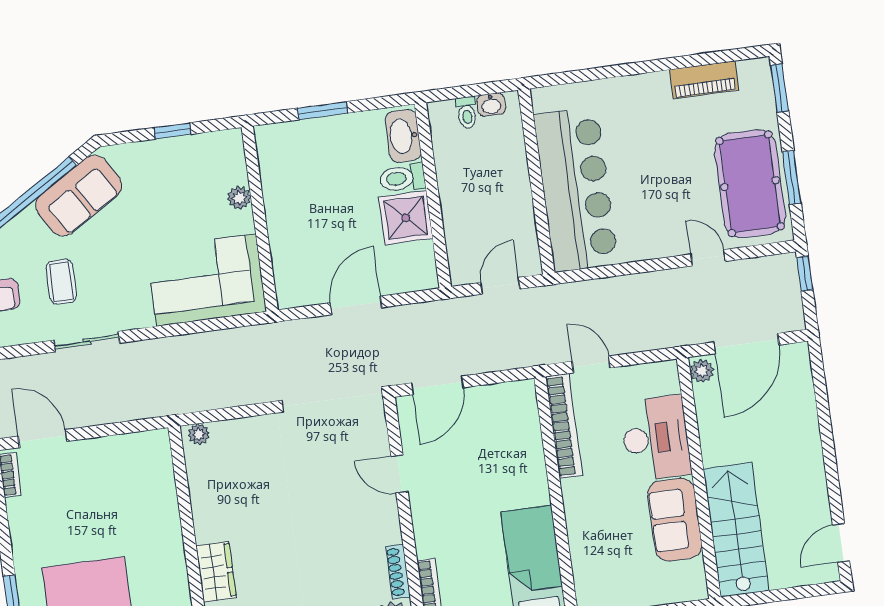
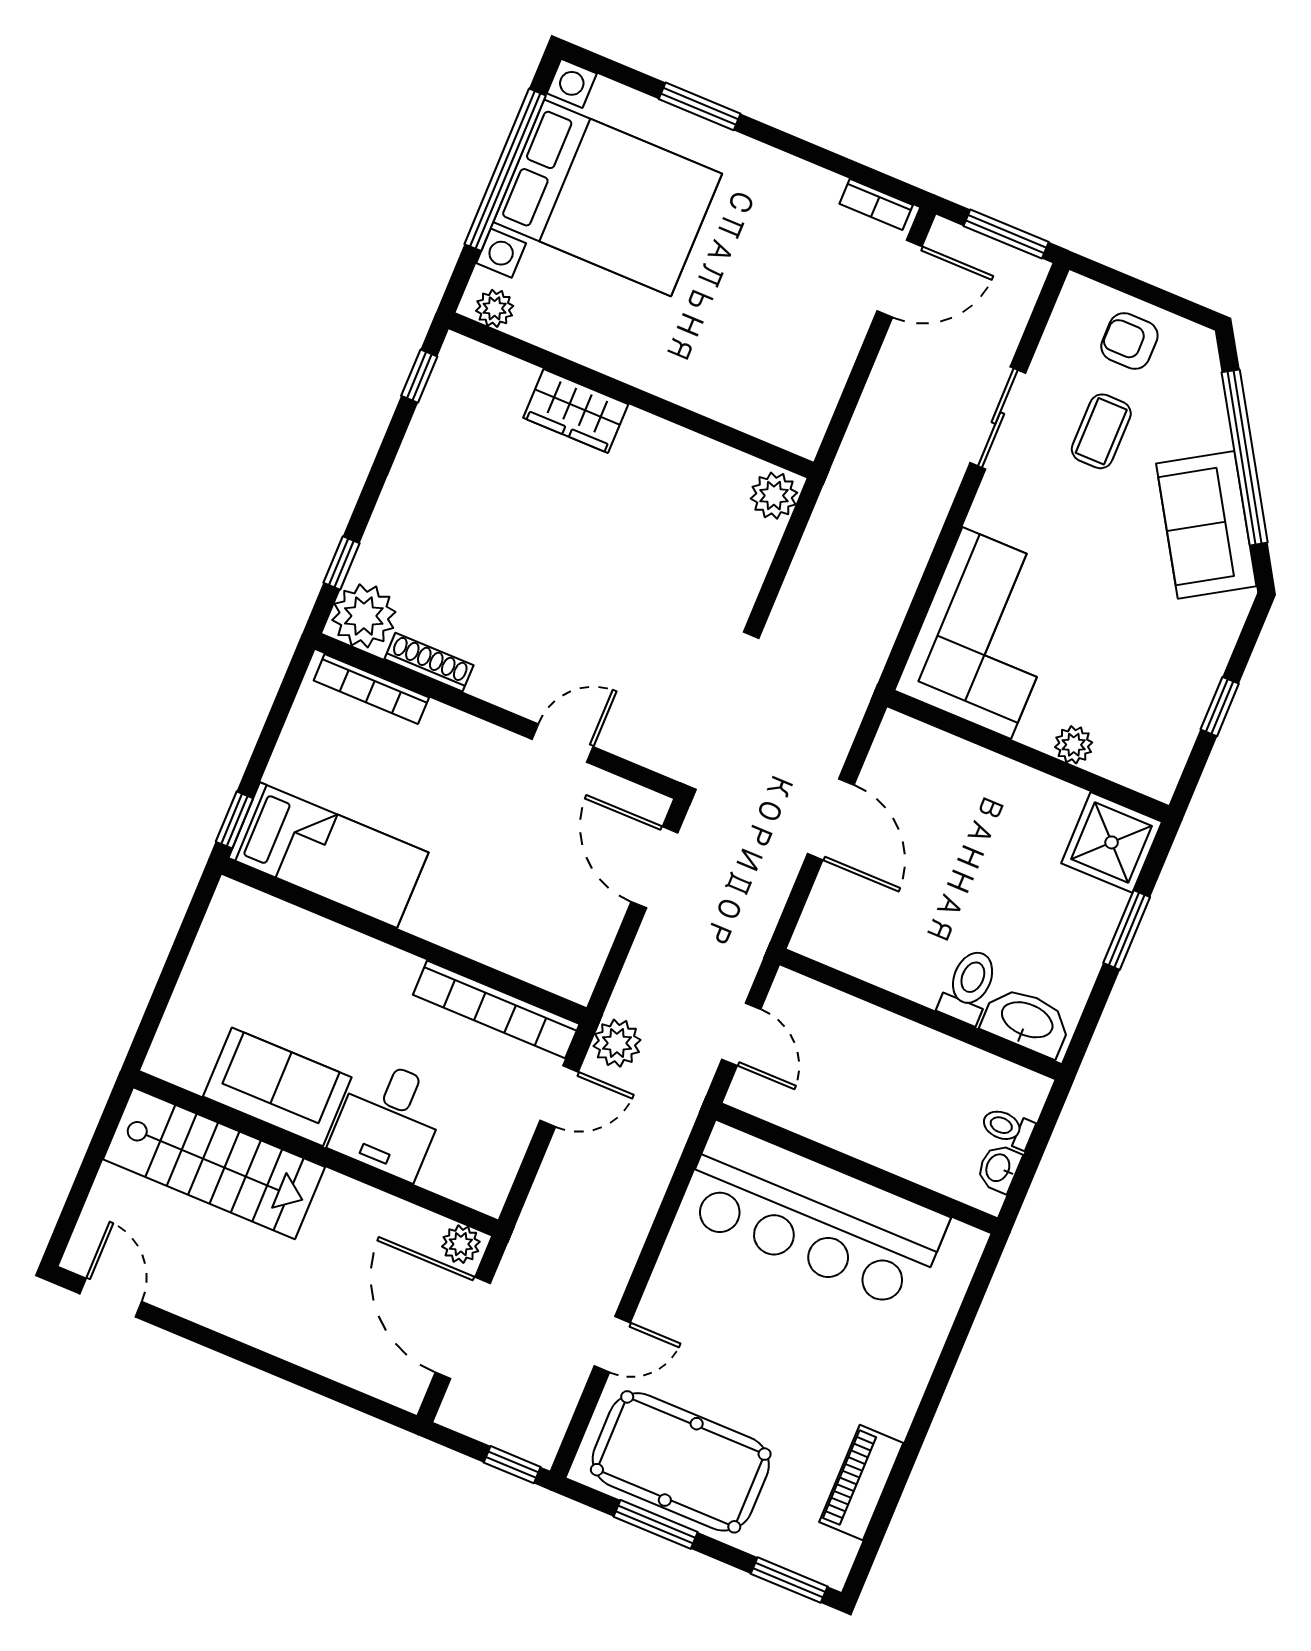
shower: (406, 218) -> (1112, 842), moved
coffee table: (61, 282) -> (1101, 431), turned 90
plant: (544, 350) -> (617, 1043), added
plant: (199, 434) -> (774, 496), width x1.38, depth x1.38
desk: (656, 438) -> (389, 1119), width x0.73

